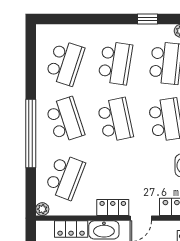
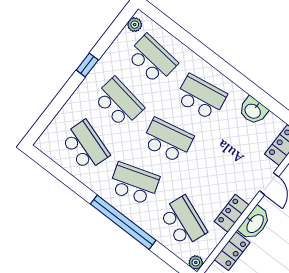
window: (147, 19) -> (87, 65), moved
locker: (113, 207) -> (232, 213), moved

